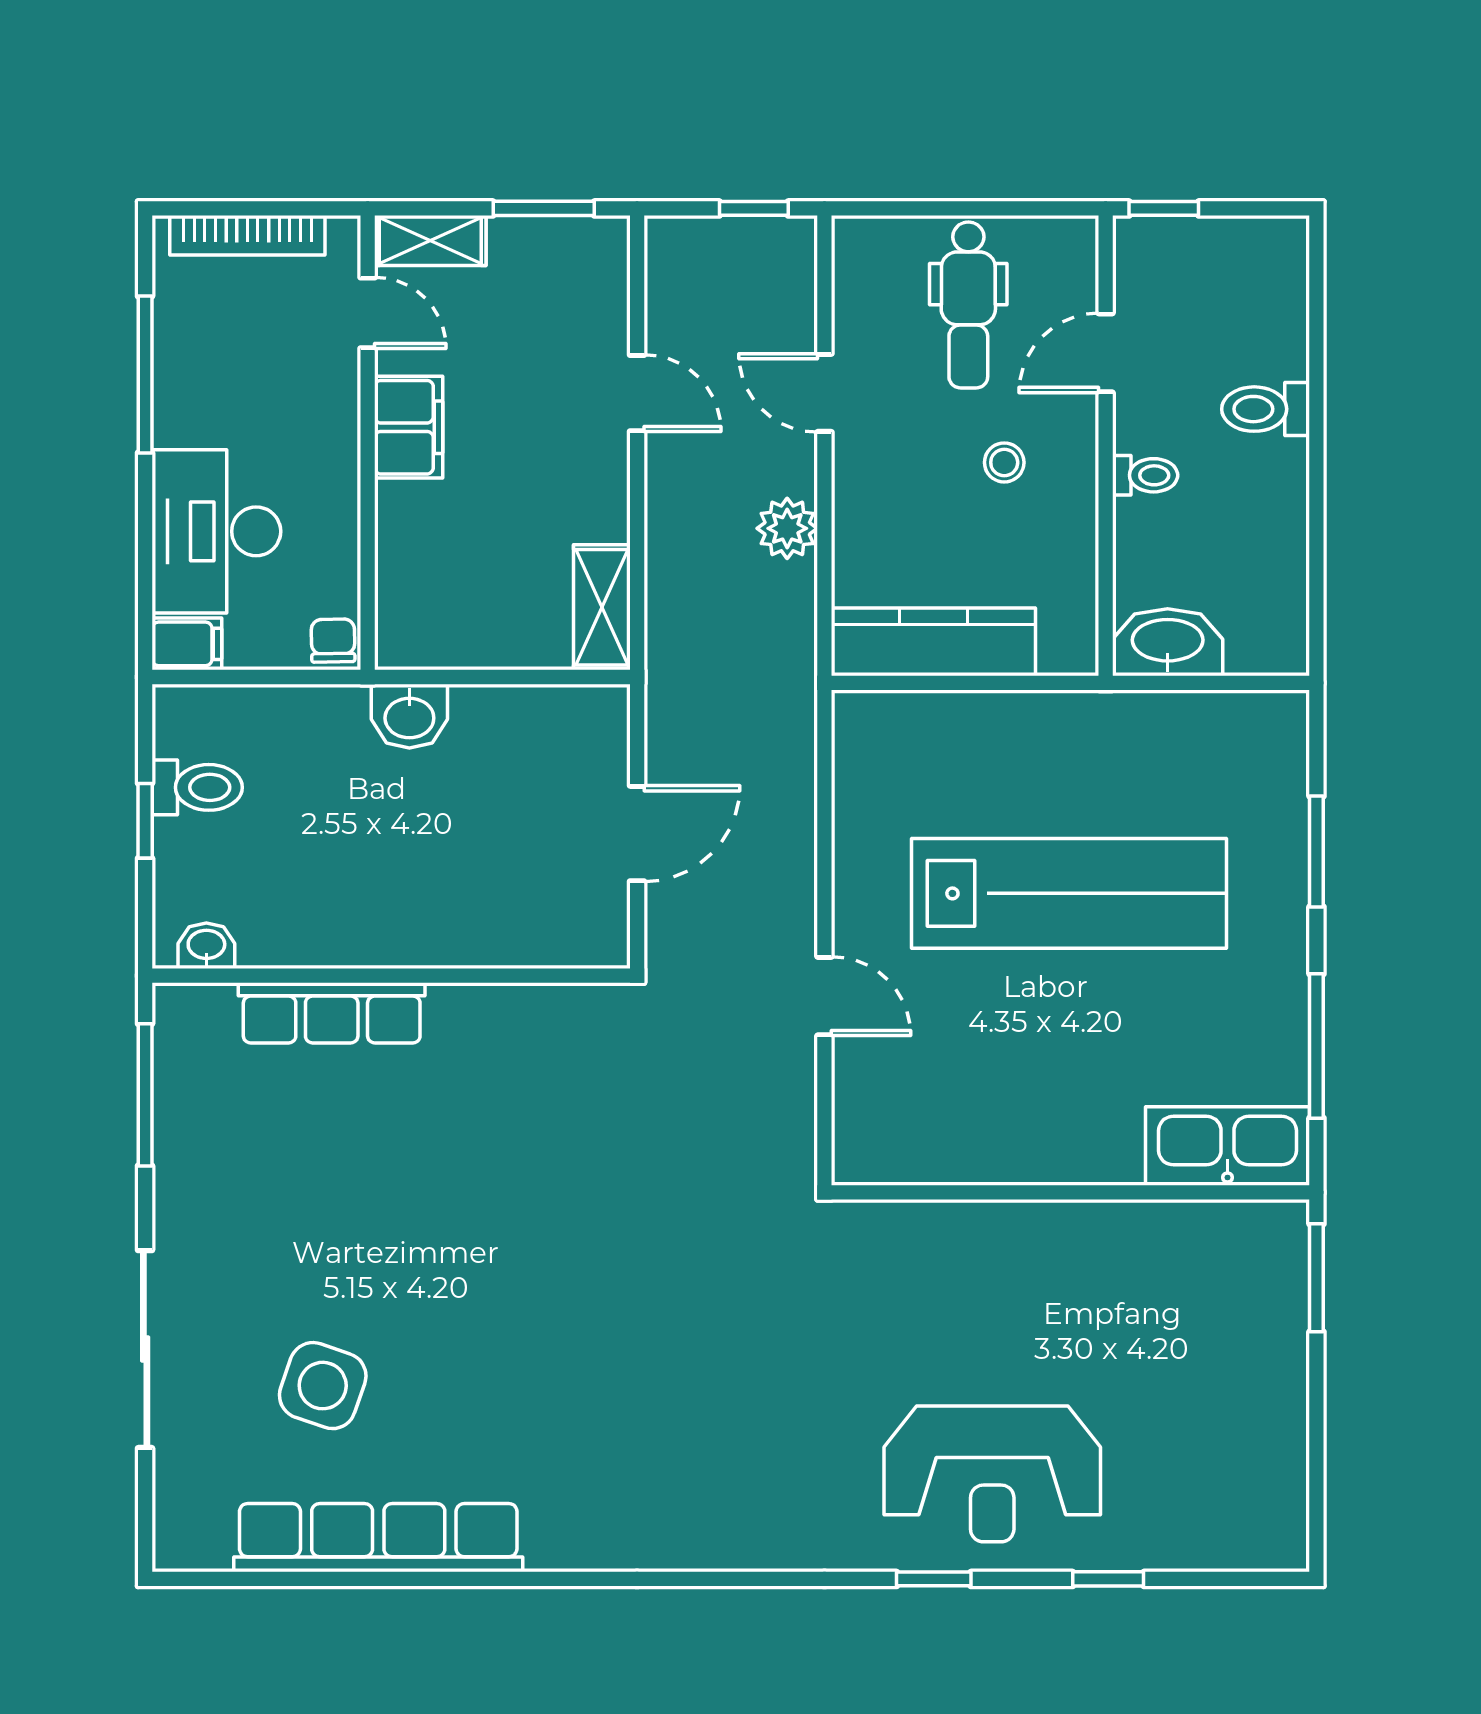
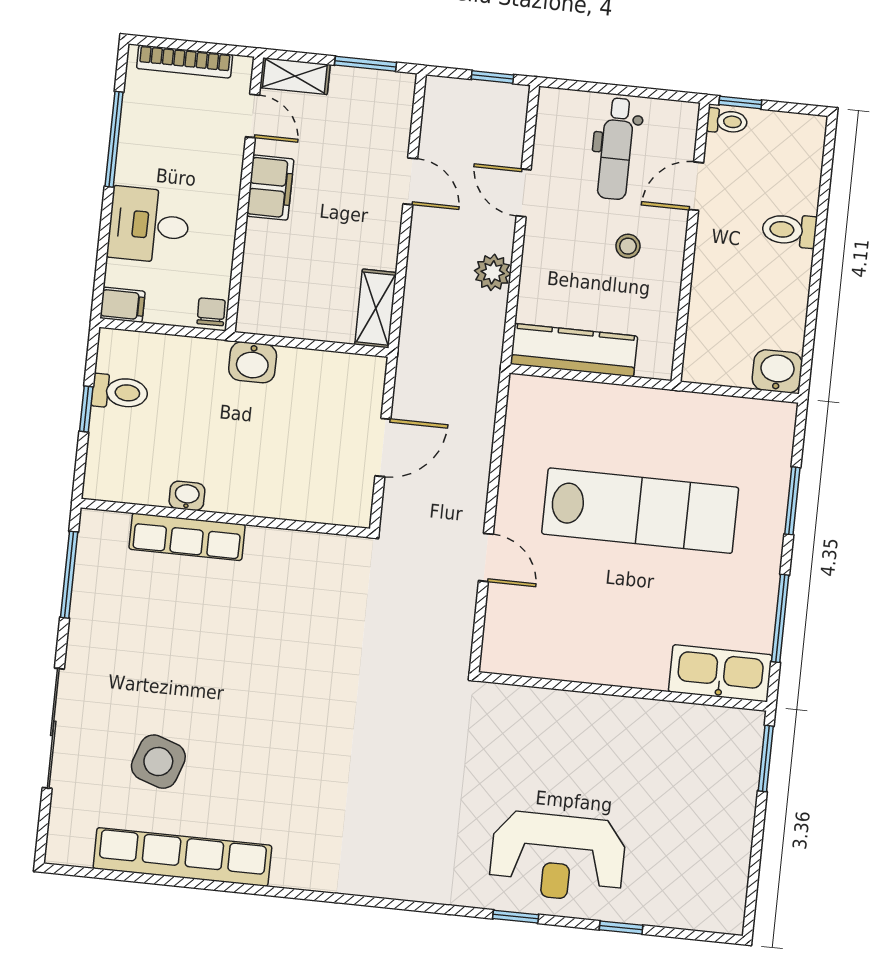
toilet: (1145, 475) -> (727, 121), moved
desk: (216, 531) -> (149, 225), width x0.73
washbasin: (1168, 642) -> (777, 371), moved, width x0.72
washbasin: (206, 946) -> (187, 496), moved

